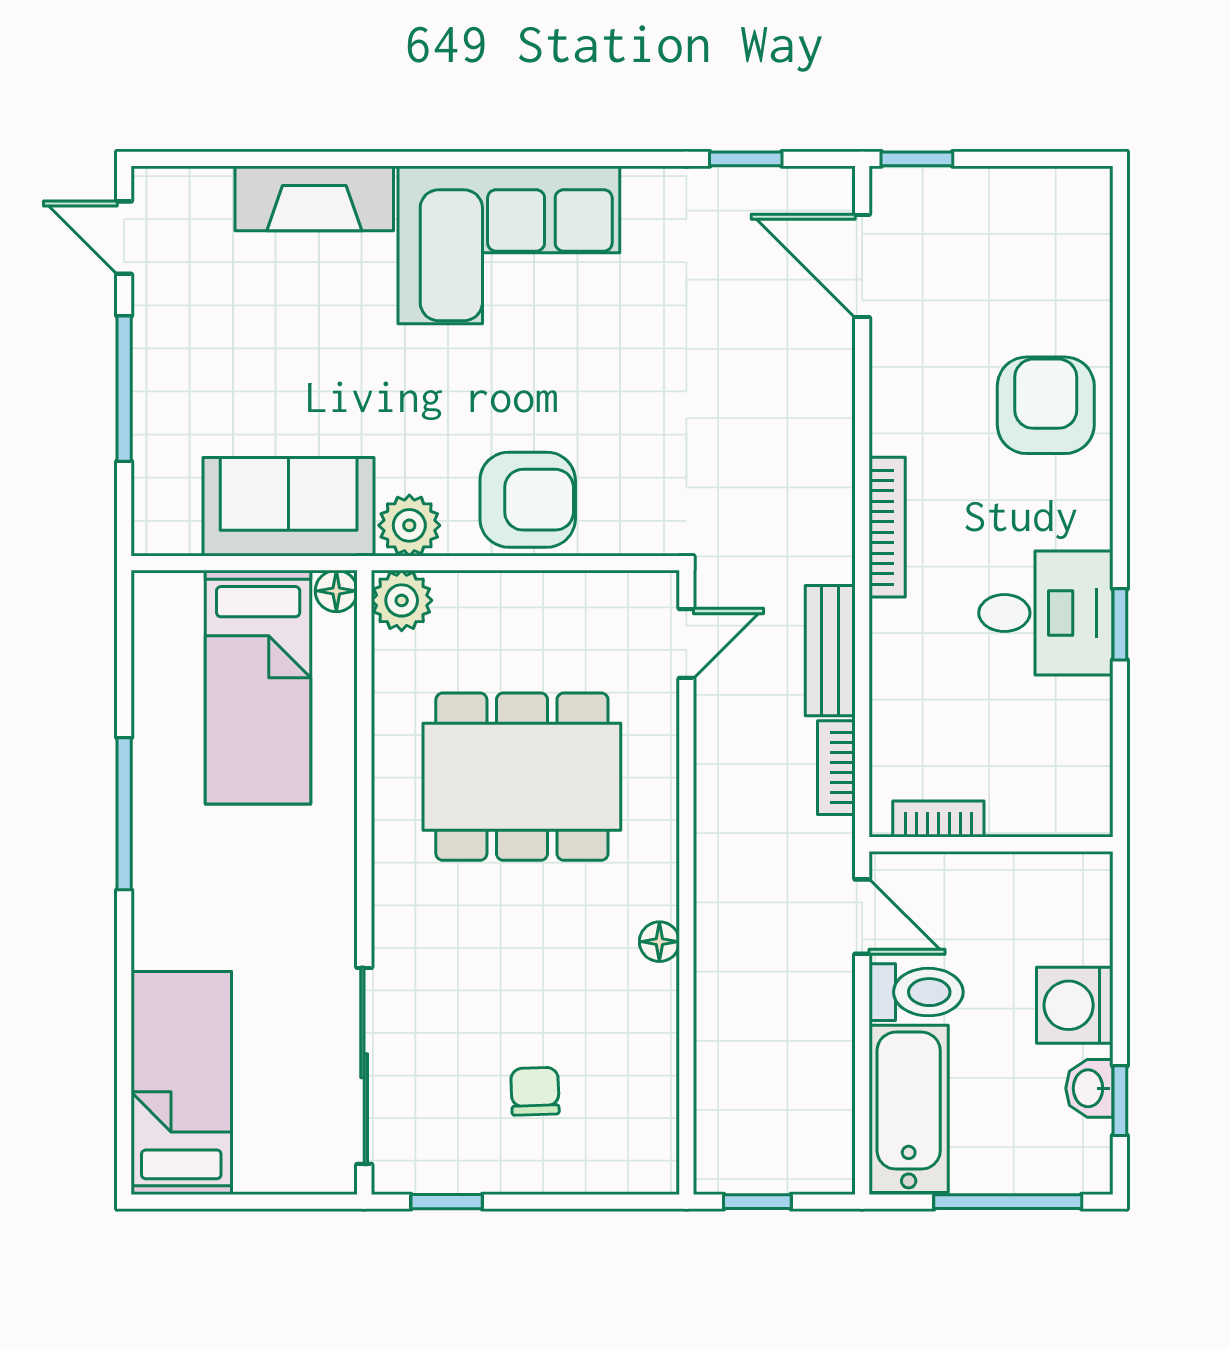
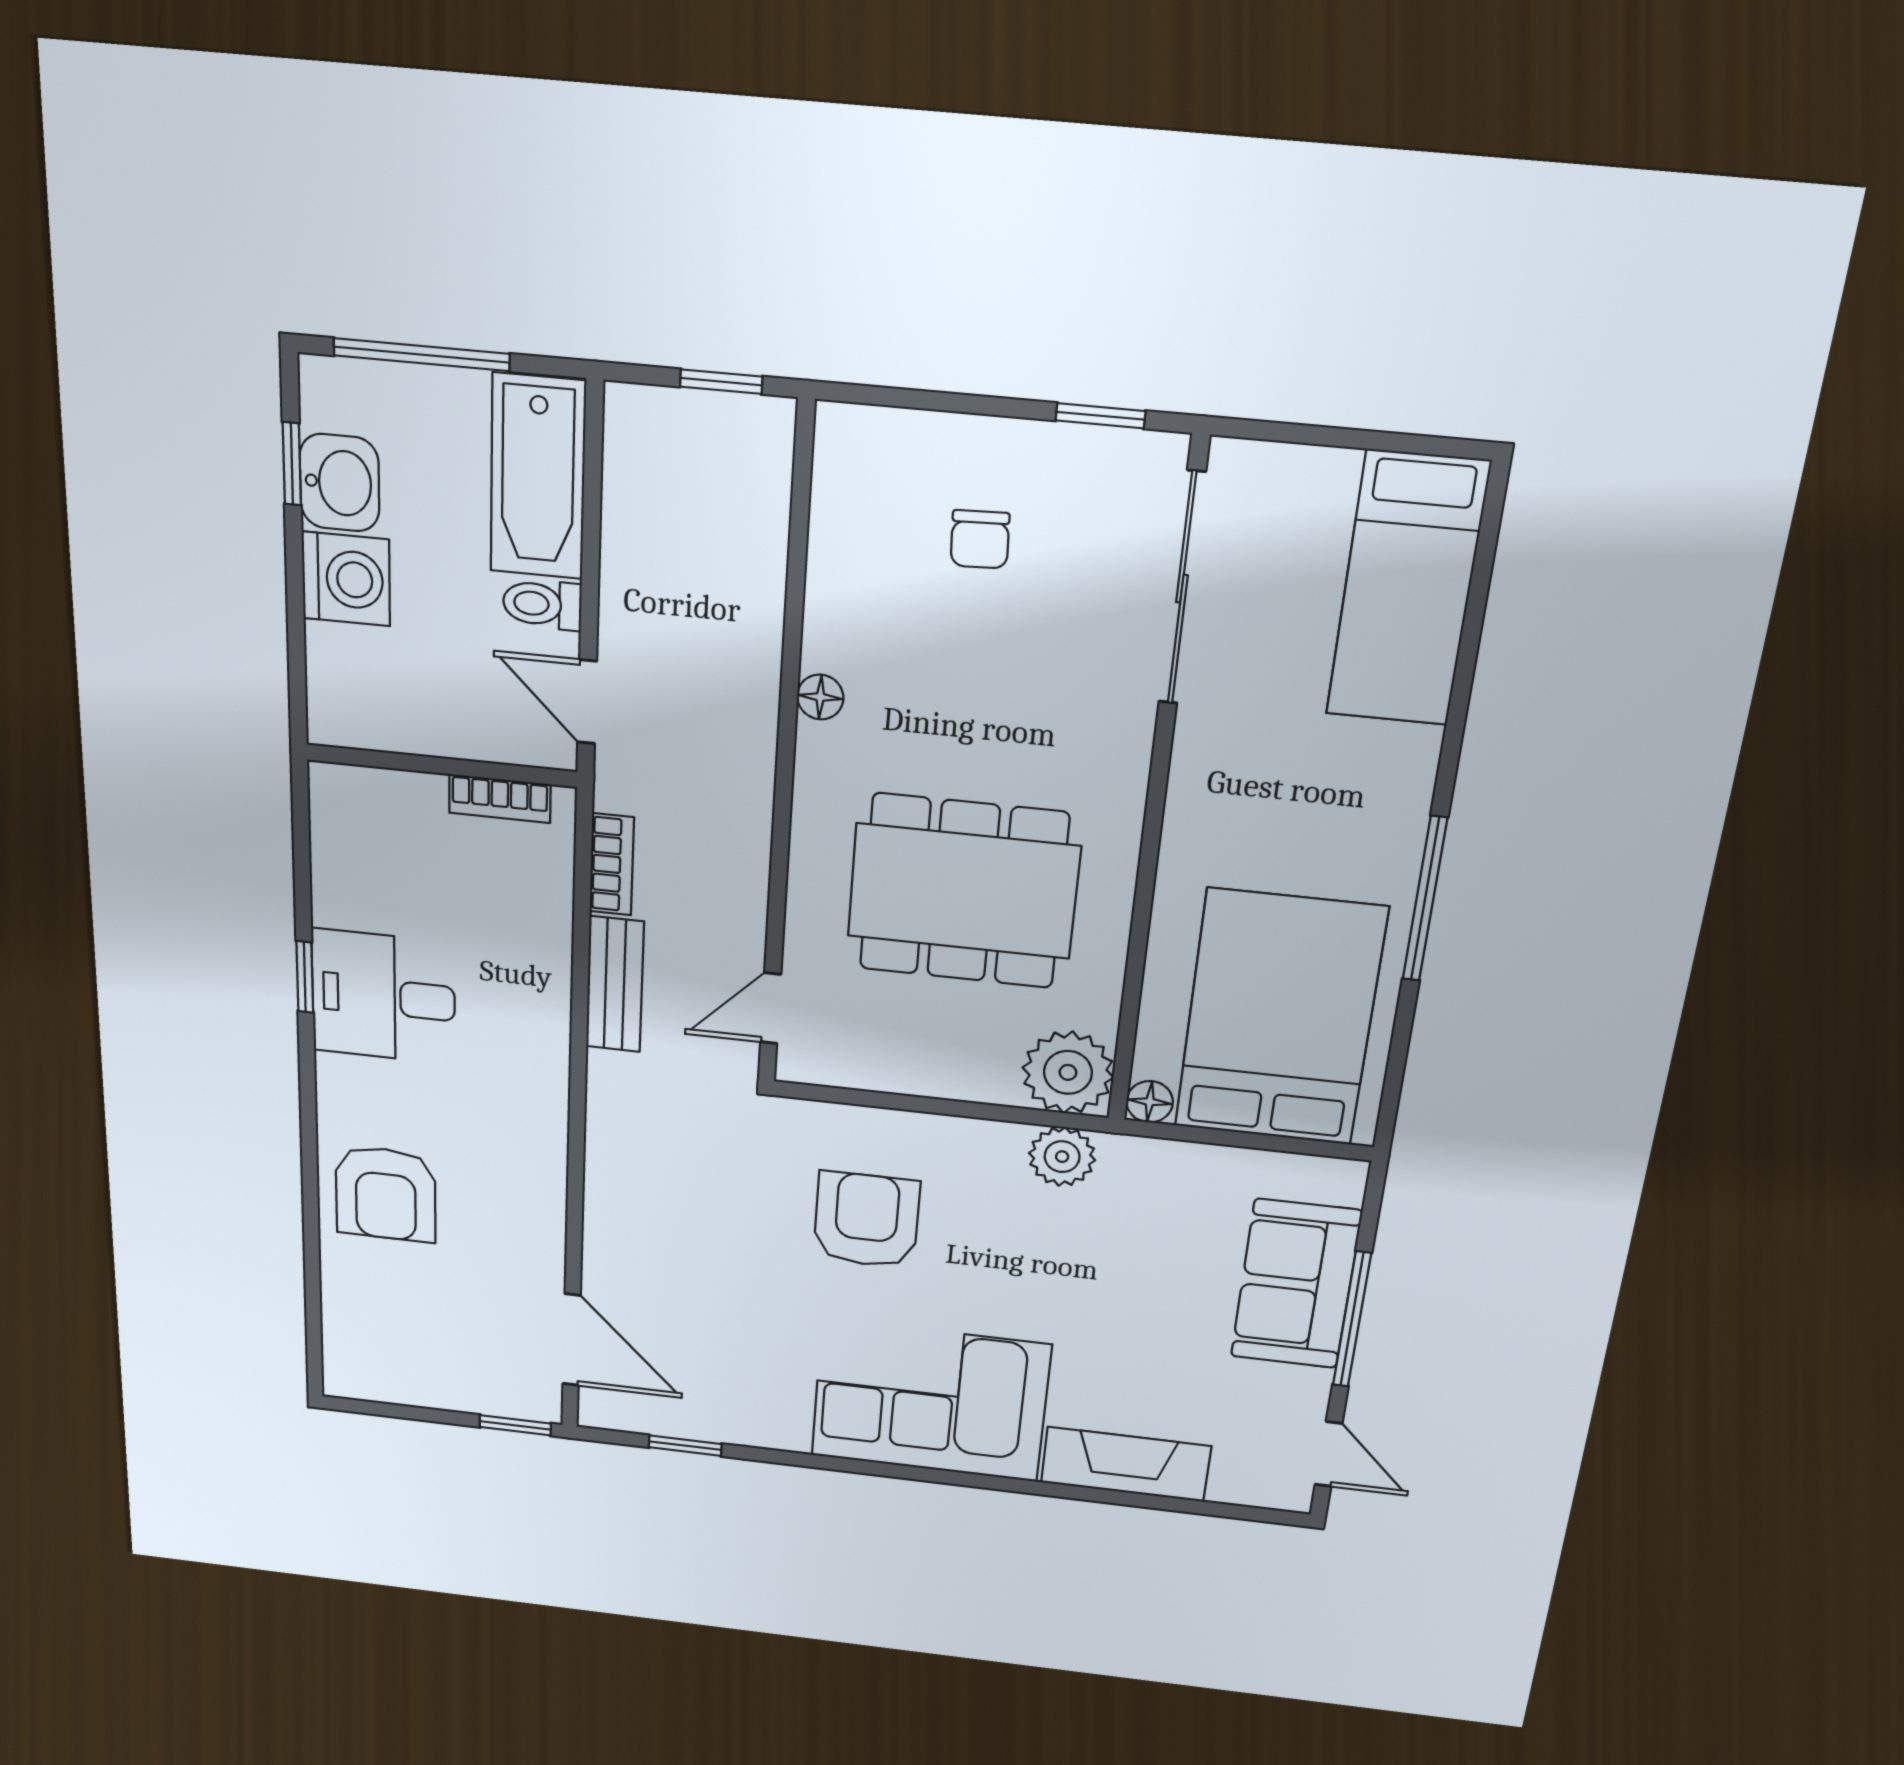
armchair: (528, 500) -> (866, 1220), moved, turned 90
sofa: (289, 507) -> (1296, 1284), moved, turned 90
bookcase: (887, 527) -> (551, 1098), removed
plant: (402, 600) -> (1068, 1072), width x1.36, depth x1.36
bed: (258, 687) -> (1280, 1018), width x1.50
toilet: (916, 992) -> (542, 604), width x0.73, depth x0.72
washbasin: (1089, 1088) -> (340, 483), width x1.38, depth x1.45

